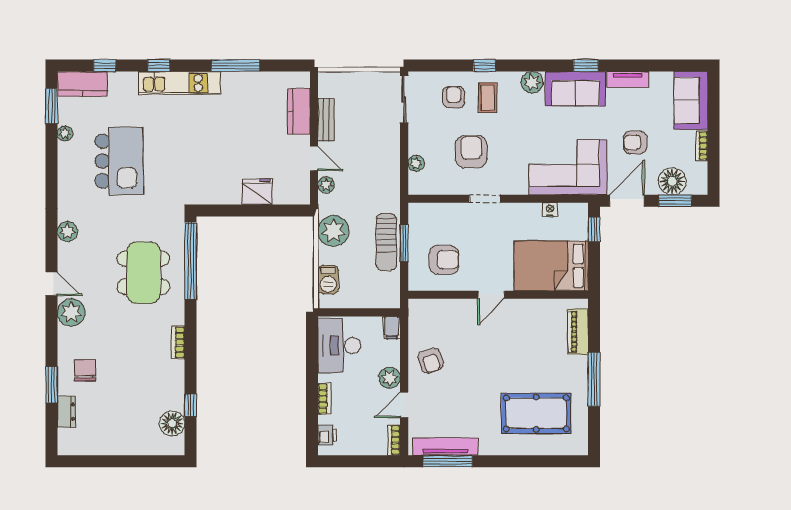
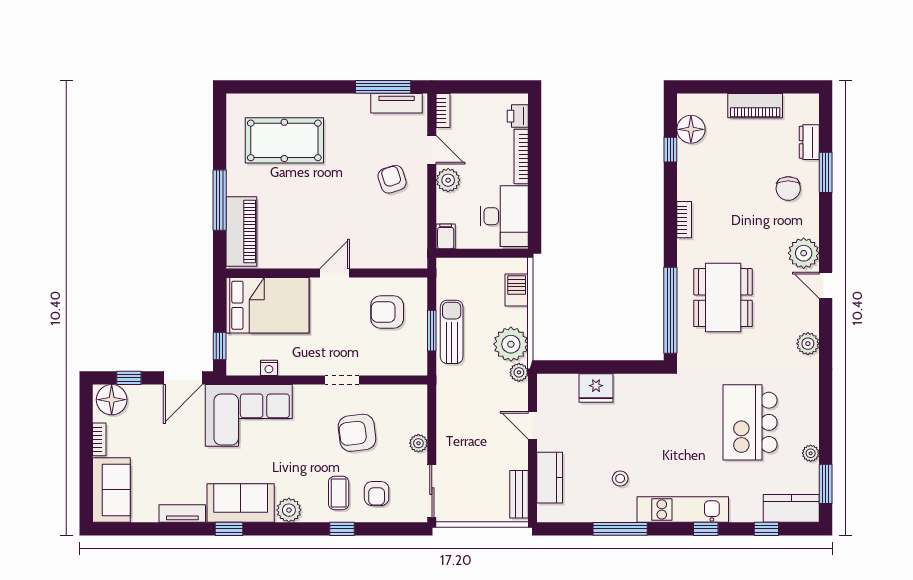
stool: (236, 111) -> (620, 478), added
bench: (326, 120) -> (519, 494), moved
armchair: (635, 142) -> (174, 443), removed
armchair: (471, 152) -> (357, 433), turned 83
plant: (416, 163) -> (418, 443), moved
floor lamp: (672, 181) -> (112, 400), moved
plant: (326, 185) -> (519, 372), moved
window: (675, 201) -> (129, 378), width x0.67
piano: (578, 332) -> (241, 232), width x1.37, depth x1.33
armchair: (431, 361) -> (392, 179), moved
window: (594, 379) -> (220, 200), moved
bookcase: (324, 399) -> (521, 157), width x1.56
door: (404, 405) -> (432, 150), hinge flipped
piano: (115, 444) -> (755, 106), added
tv unit: (445, 447) -> (397, 103), width x0.71

